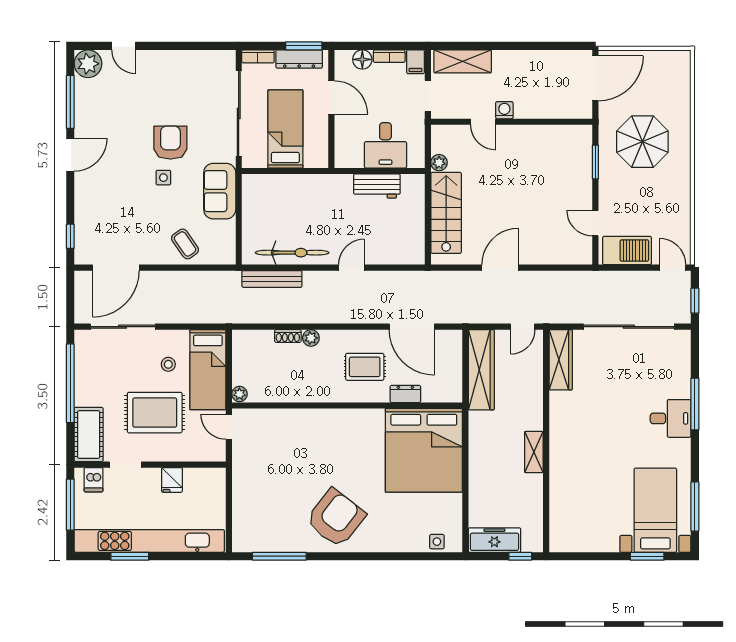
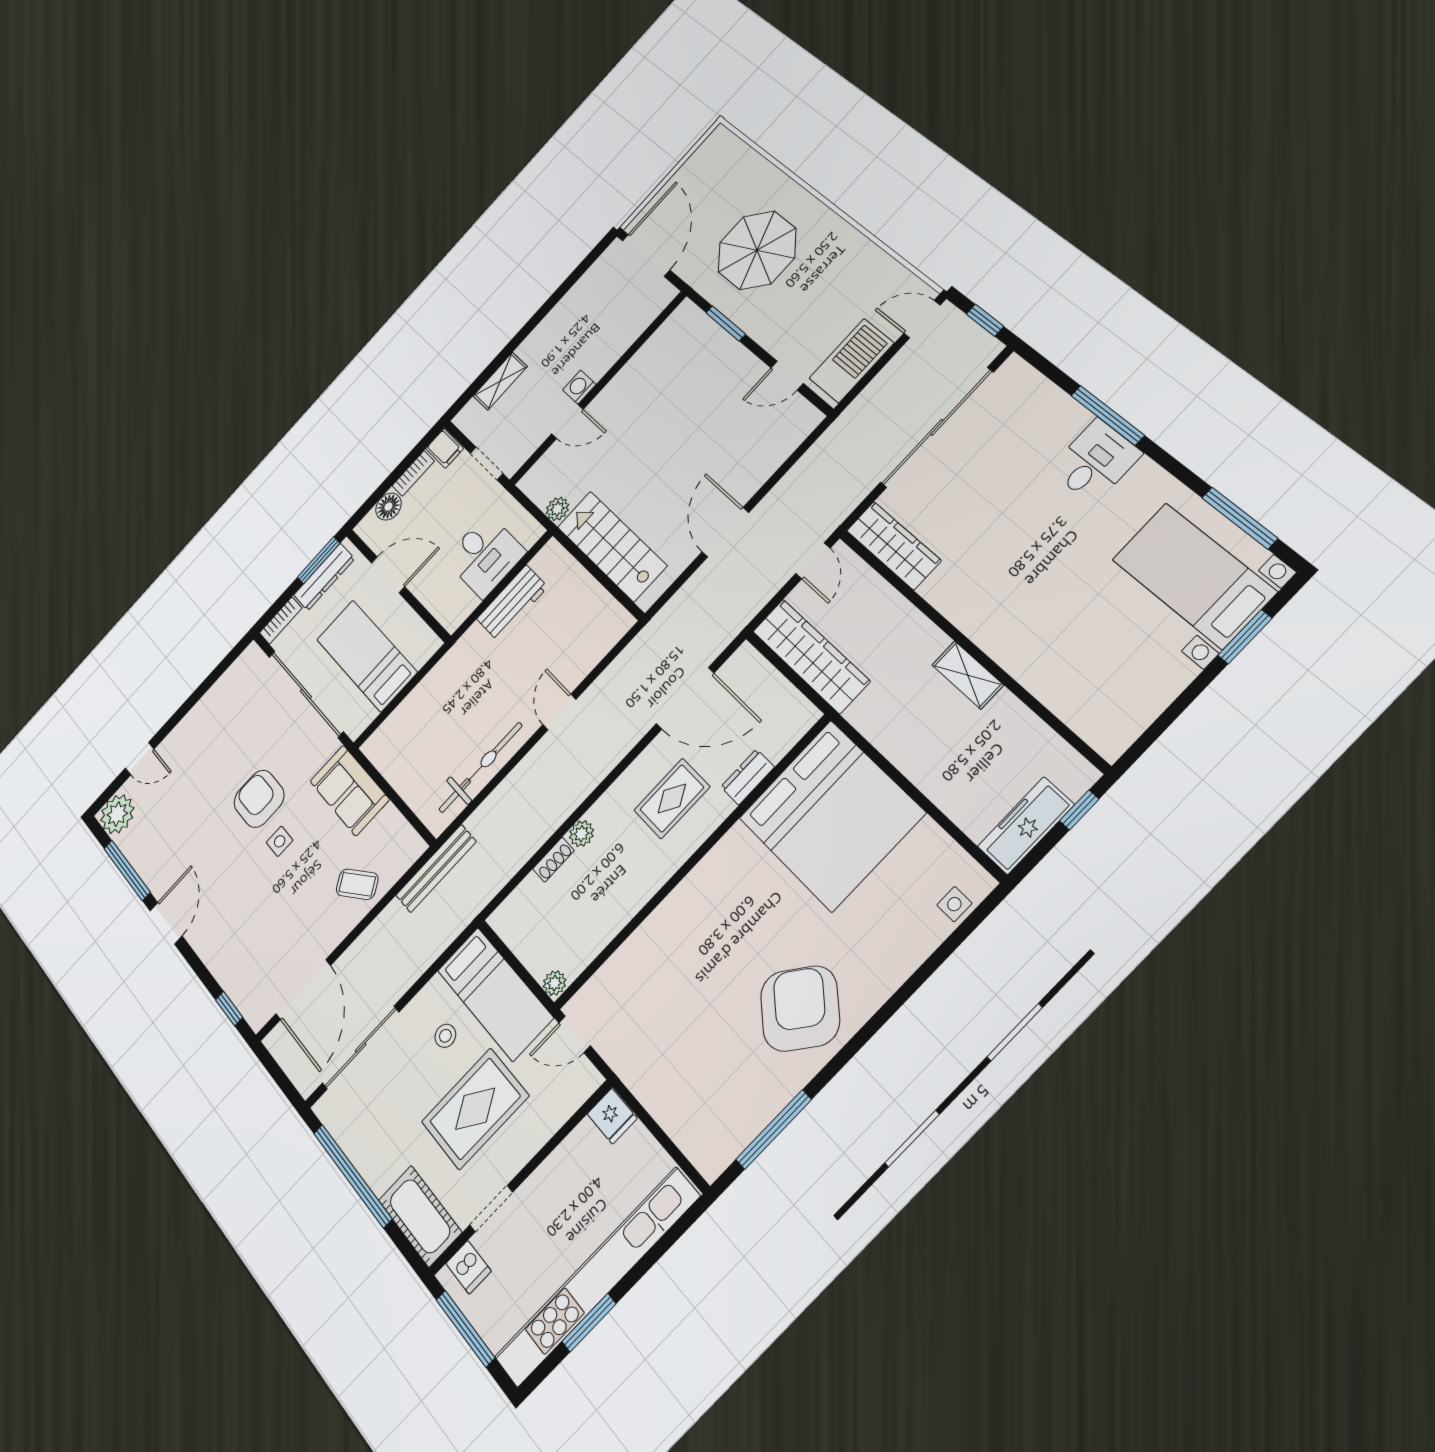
shelving: (463, 61) -> (500, 381), width x0.67, depth x0.75
bench: (272, 279) -> (436, 869), moved
fridge: (172, 480) -> (612, 1116), moved

